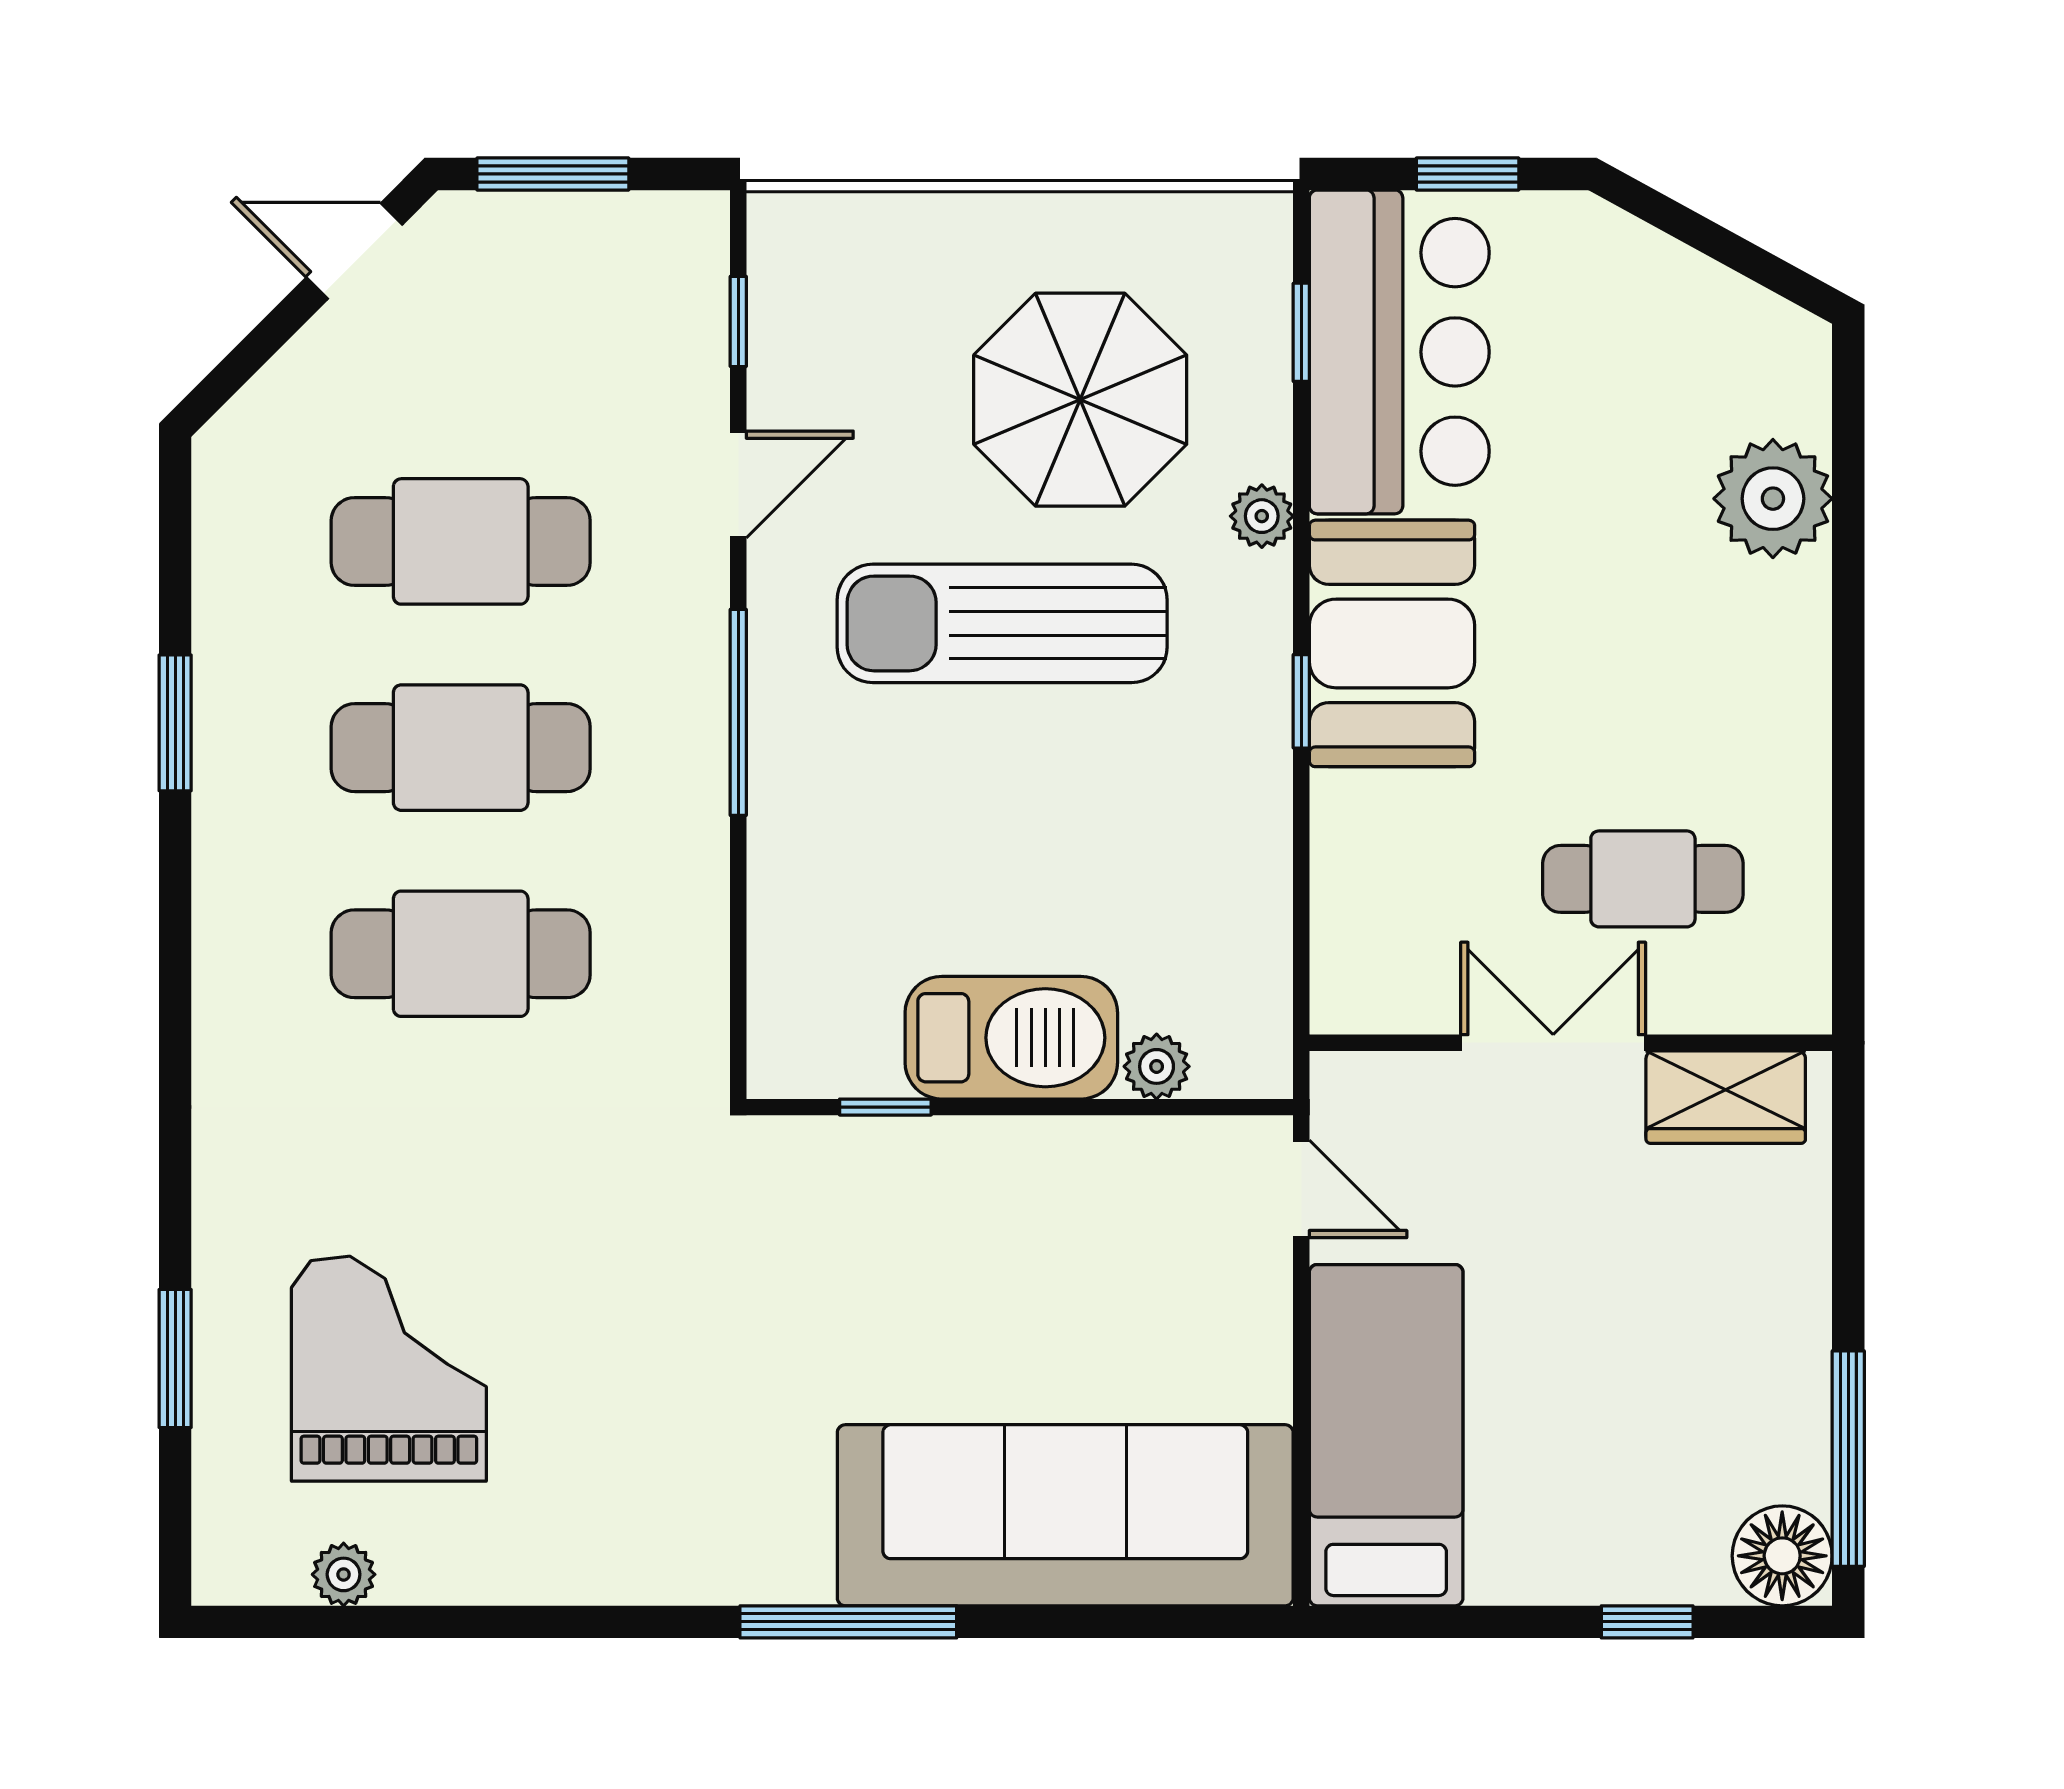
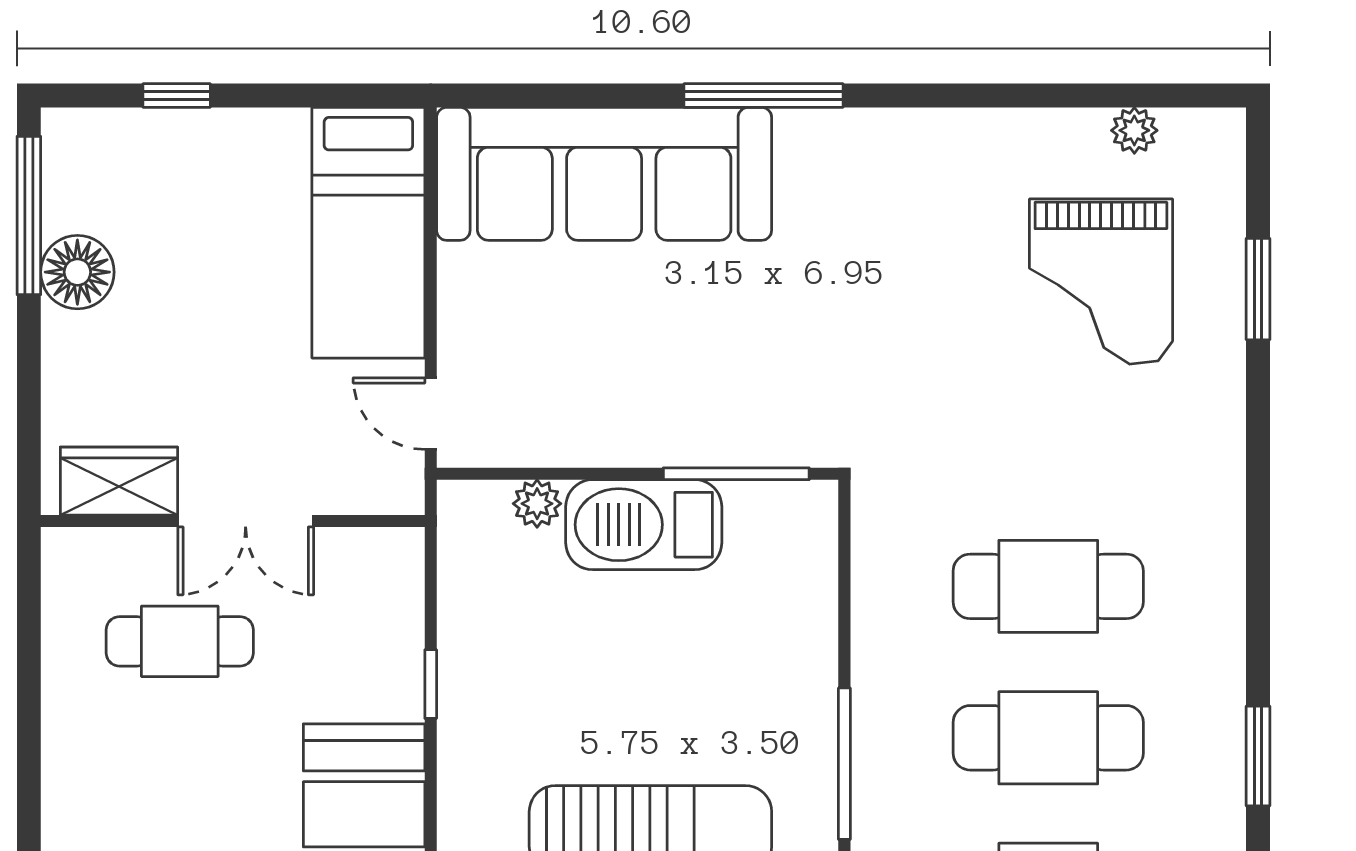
window: (1301, 701) -> (431, 684), moved
window: (885, 1107) -> (736, 474), width x2.17
floor lamp: (1782, 1556) -> (77, 272), moved

